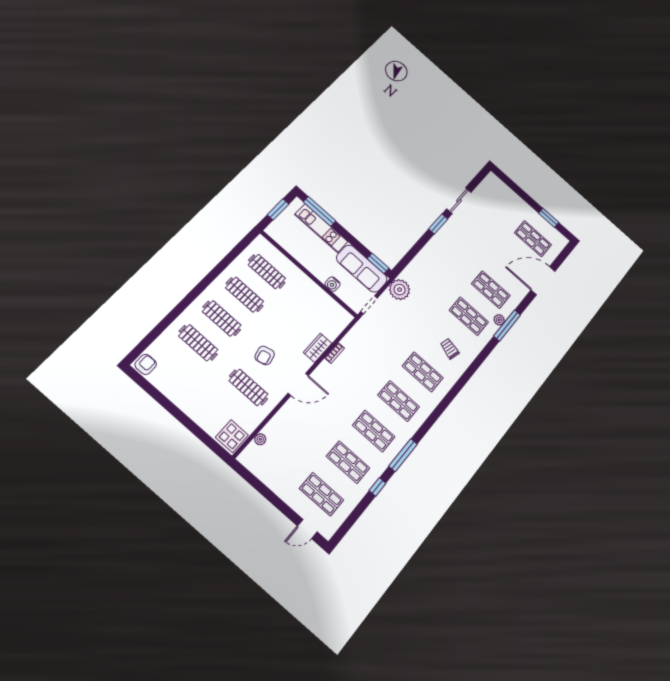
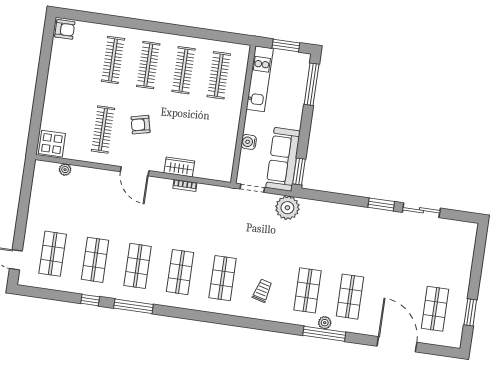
kitchen unit: (321, 228) -> (260, 79), moved, turned 180

